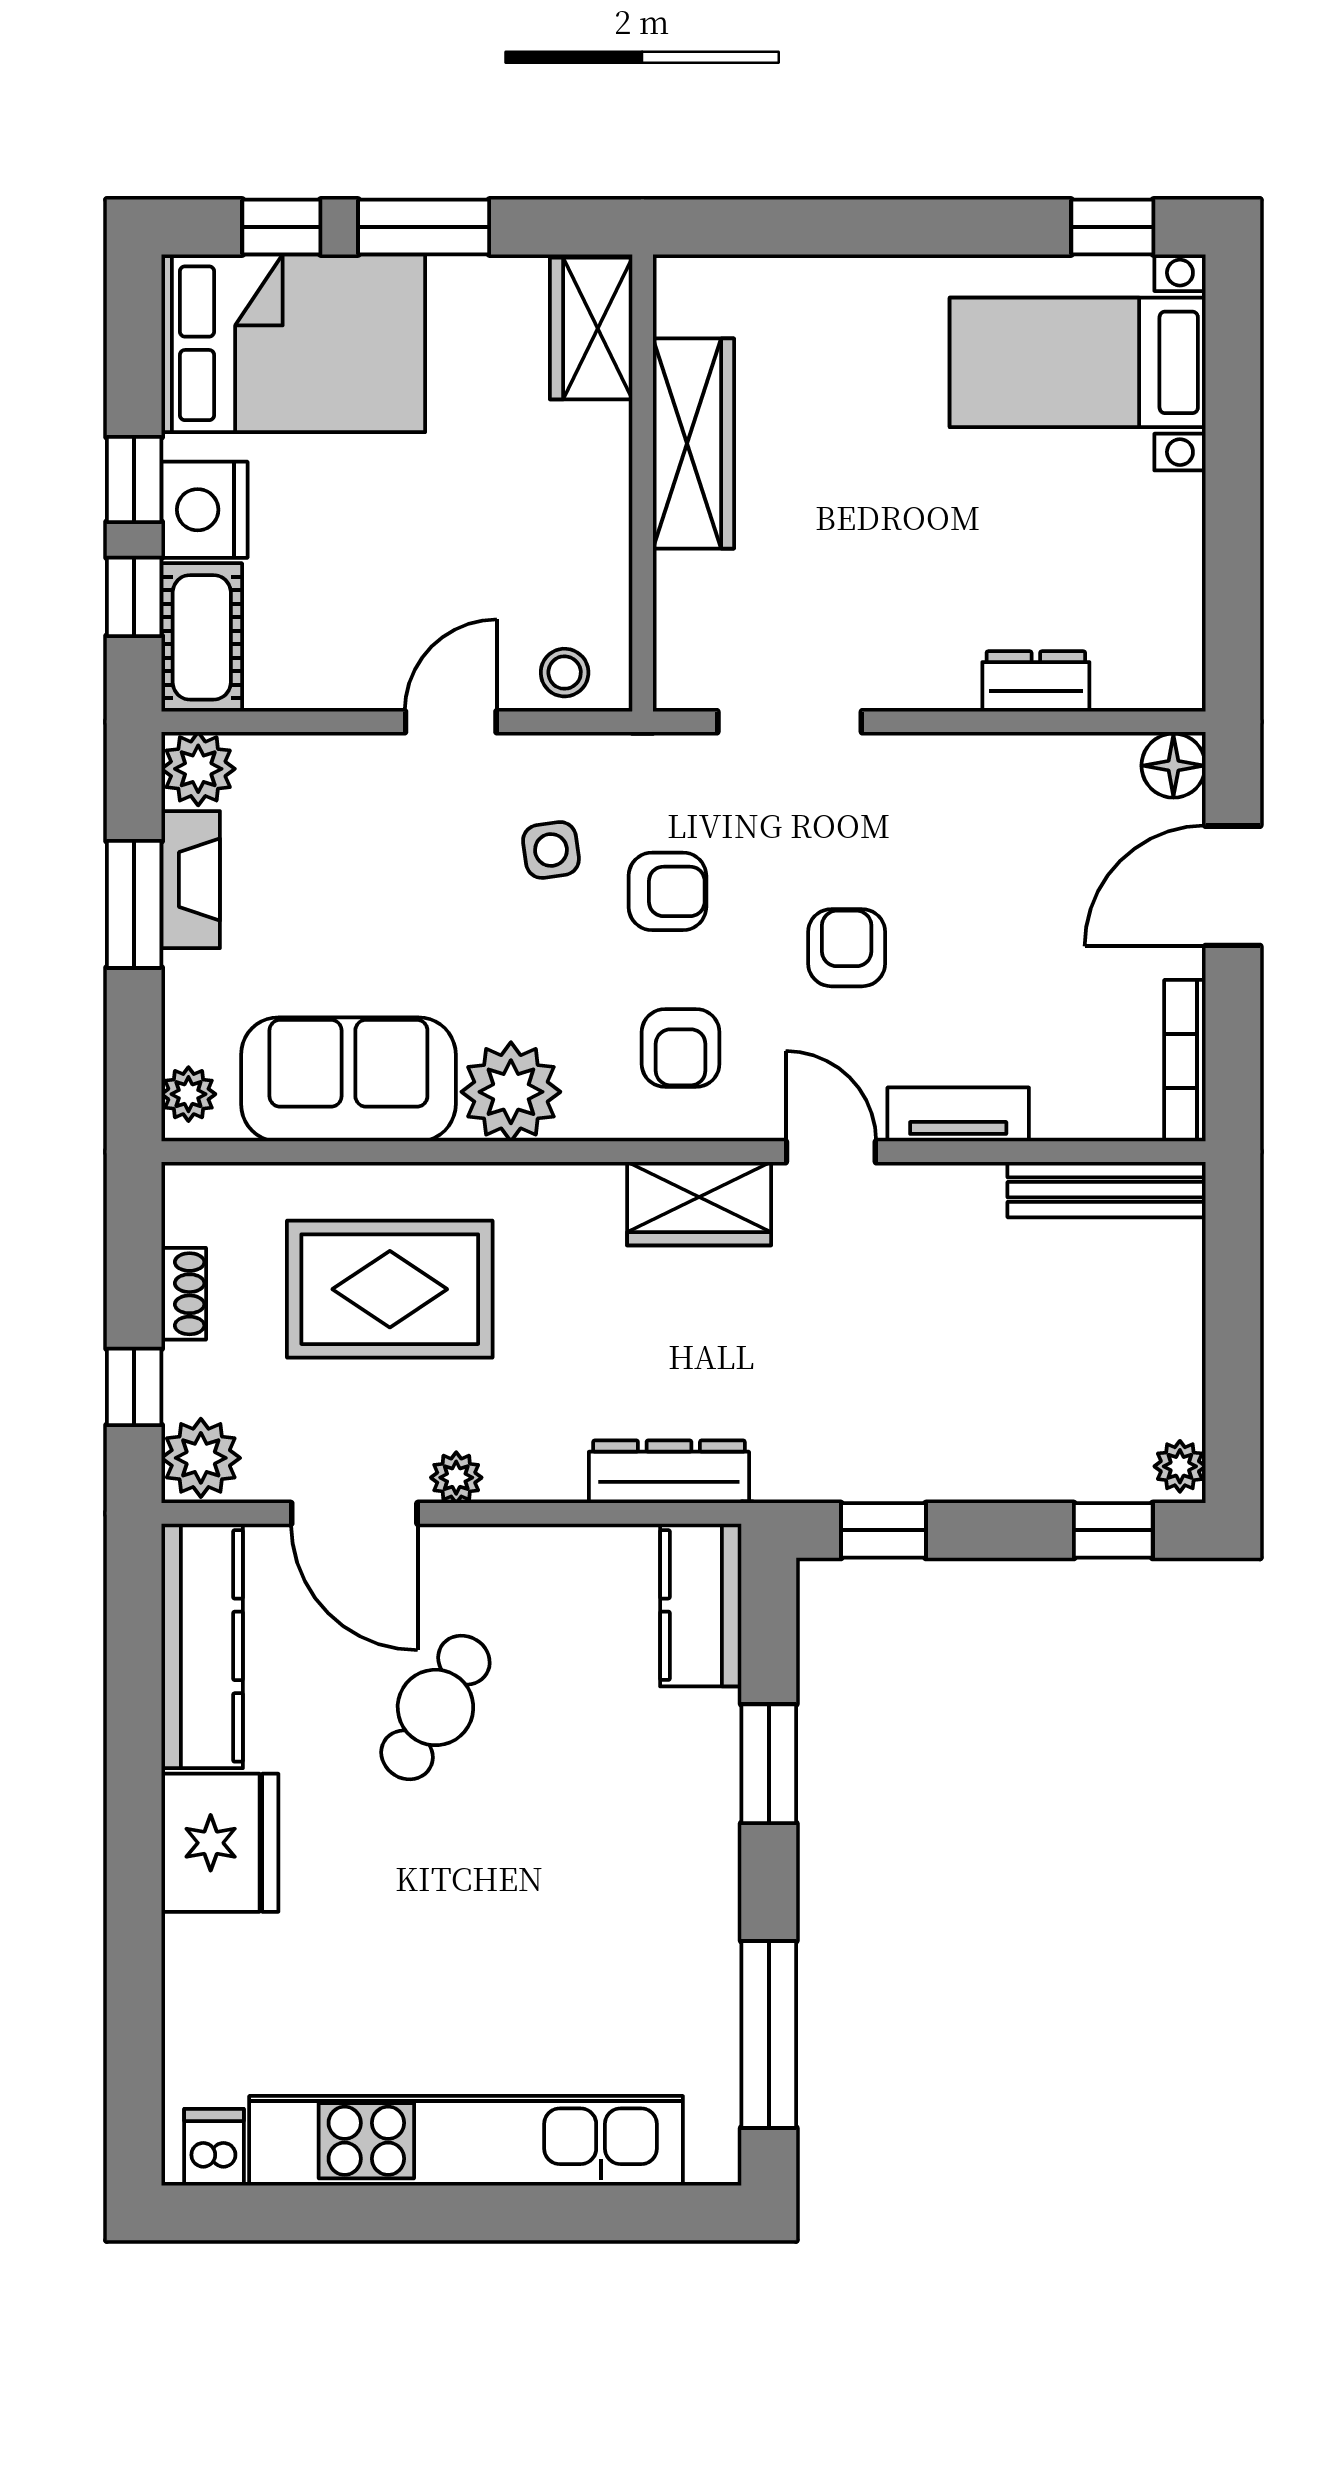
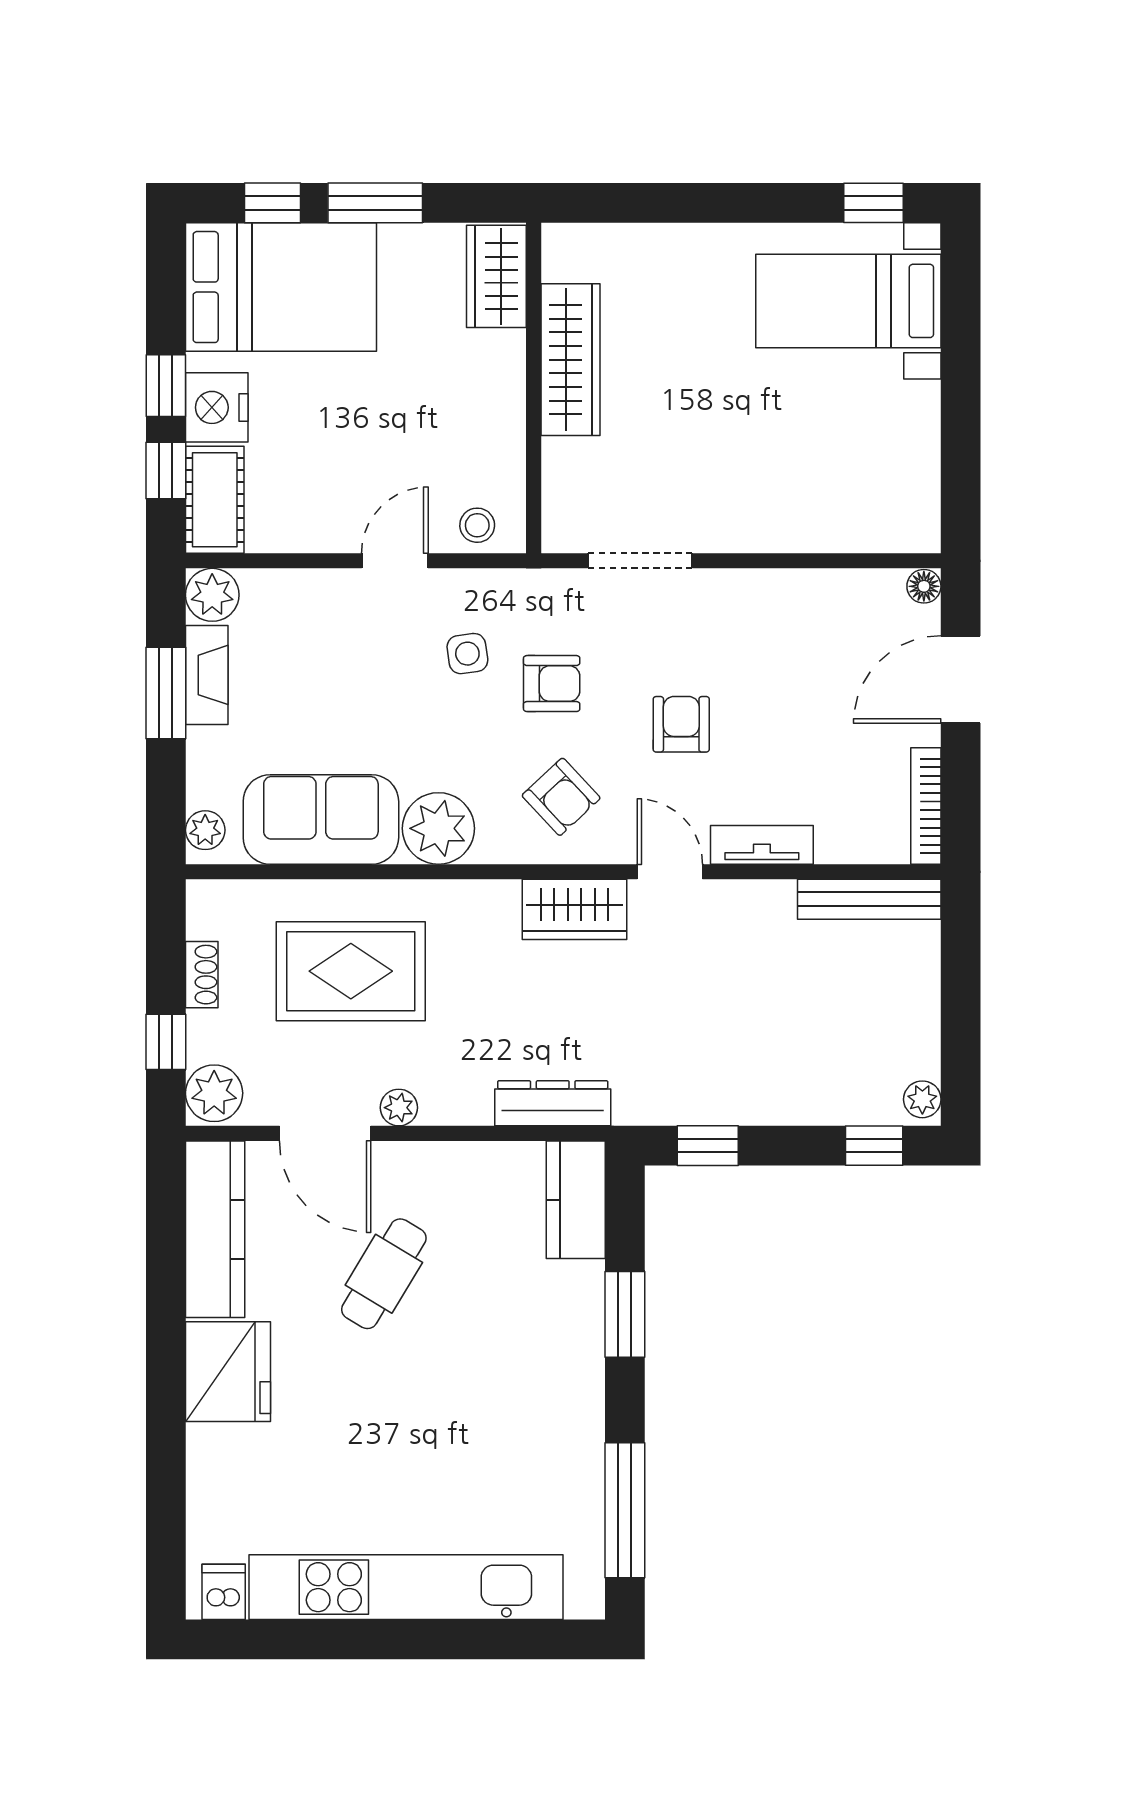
dresser: (1036, 681) -> (818, 532), removed
floor lamp: (1173, 766) -> (924, 586), width x0.73, depth x0.73
armchair: (681, 1048) -> (561, 797), turned -43

